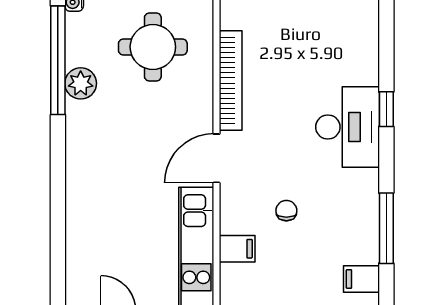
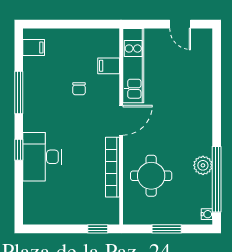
round table: (153, 47) -> (151, 176), moved
desk: (348, 127) -> (42, 157), moved
window: (386, 228) -> (19, 93), moved

